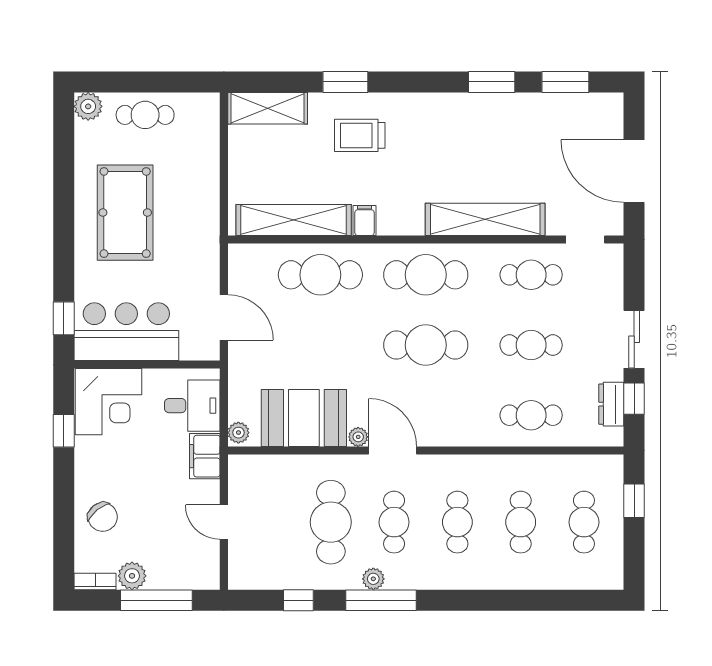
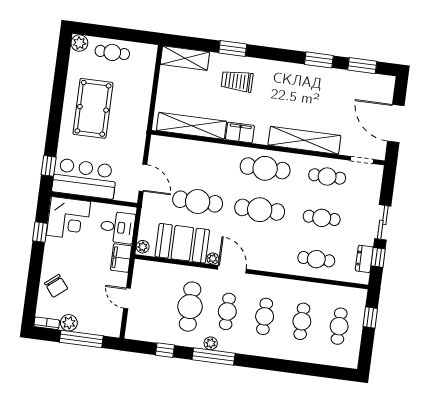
filing cabinet: (365, 221) -> (240, 133), width x2.00
cafe table: (320, 275) -> (198, 202), moved

